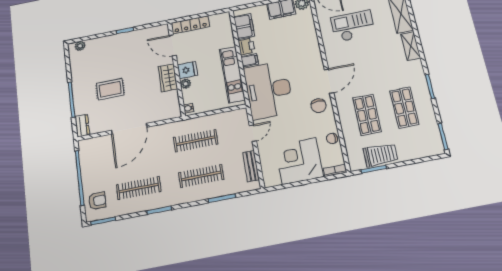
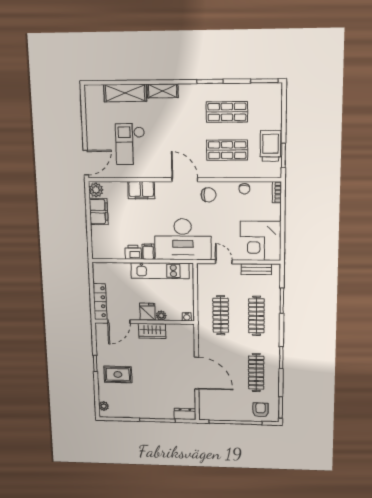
filing cabinet: (244, 26) -> (141, 190), moved, turned 180
rug: (110, 89) -> (118, 374), moved, turned 90
corner desk: (299, 161) -> (260, 241), moved

